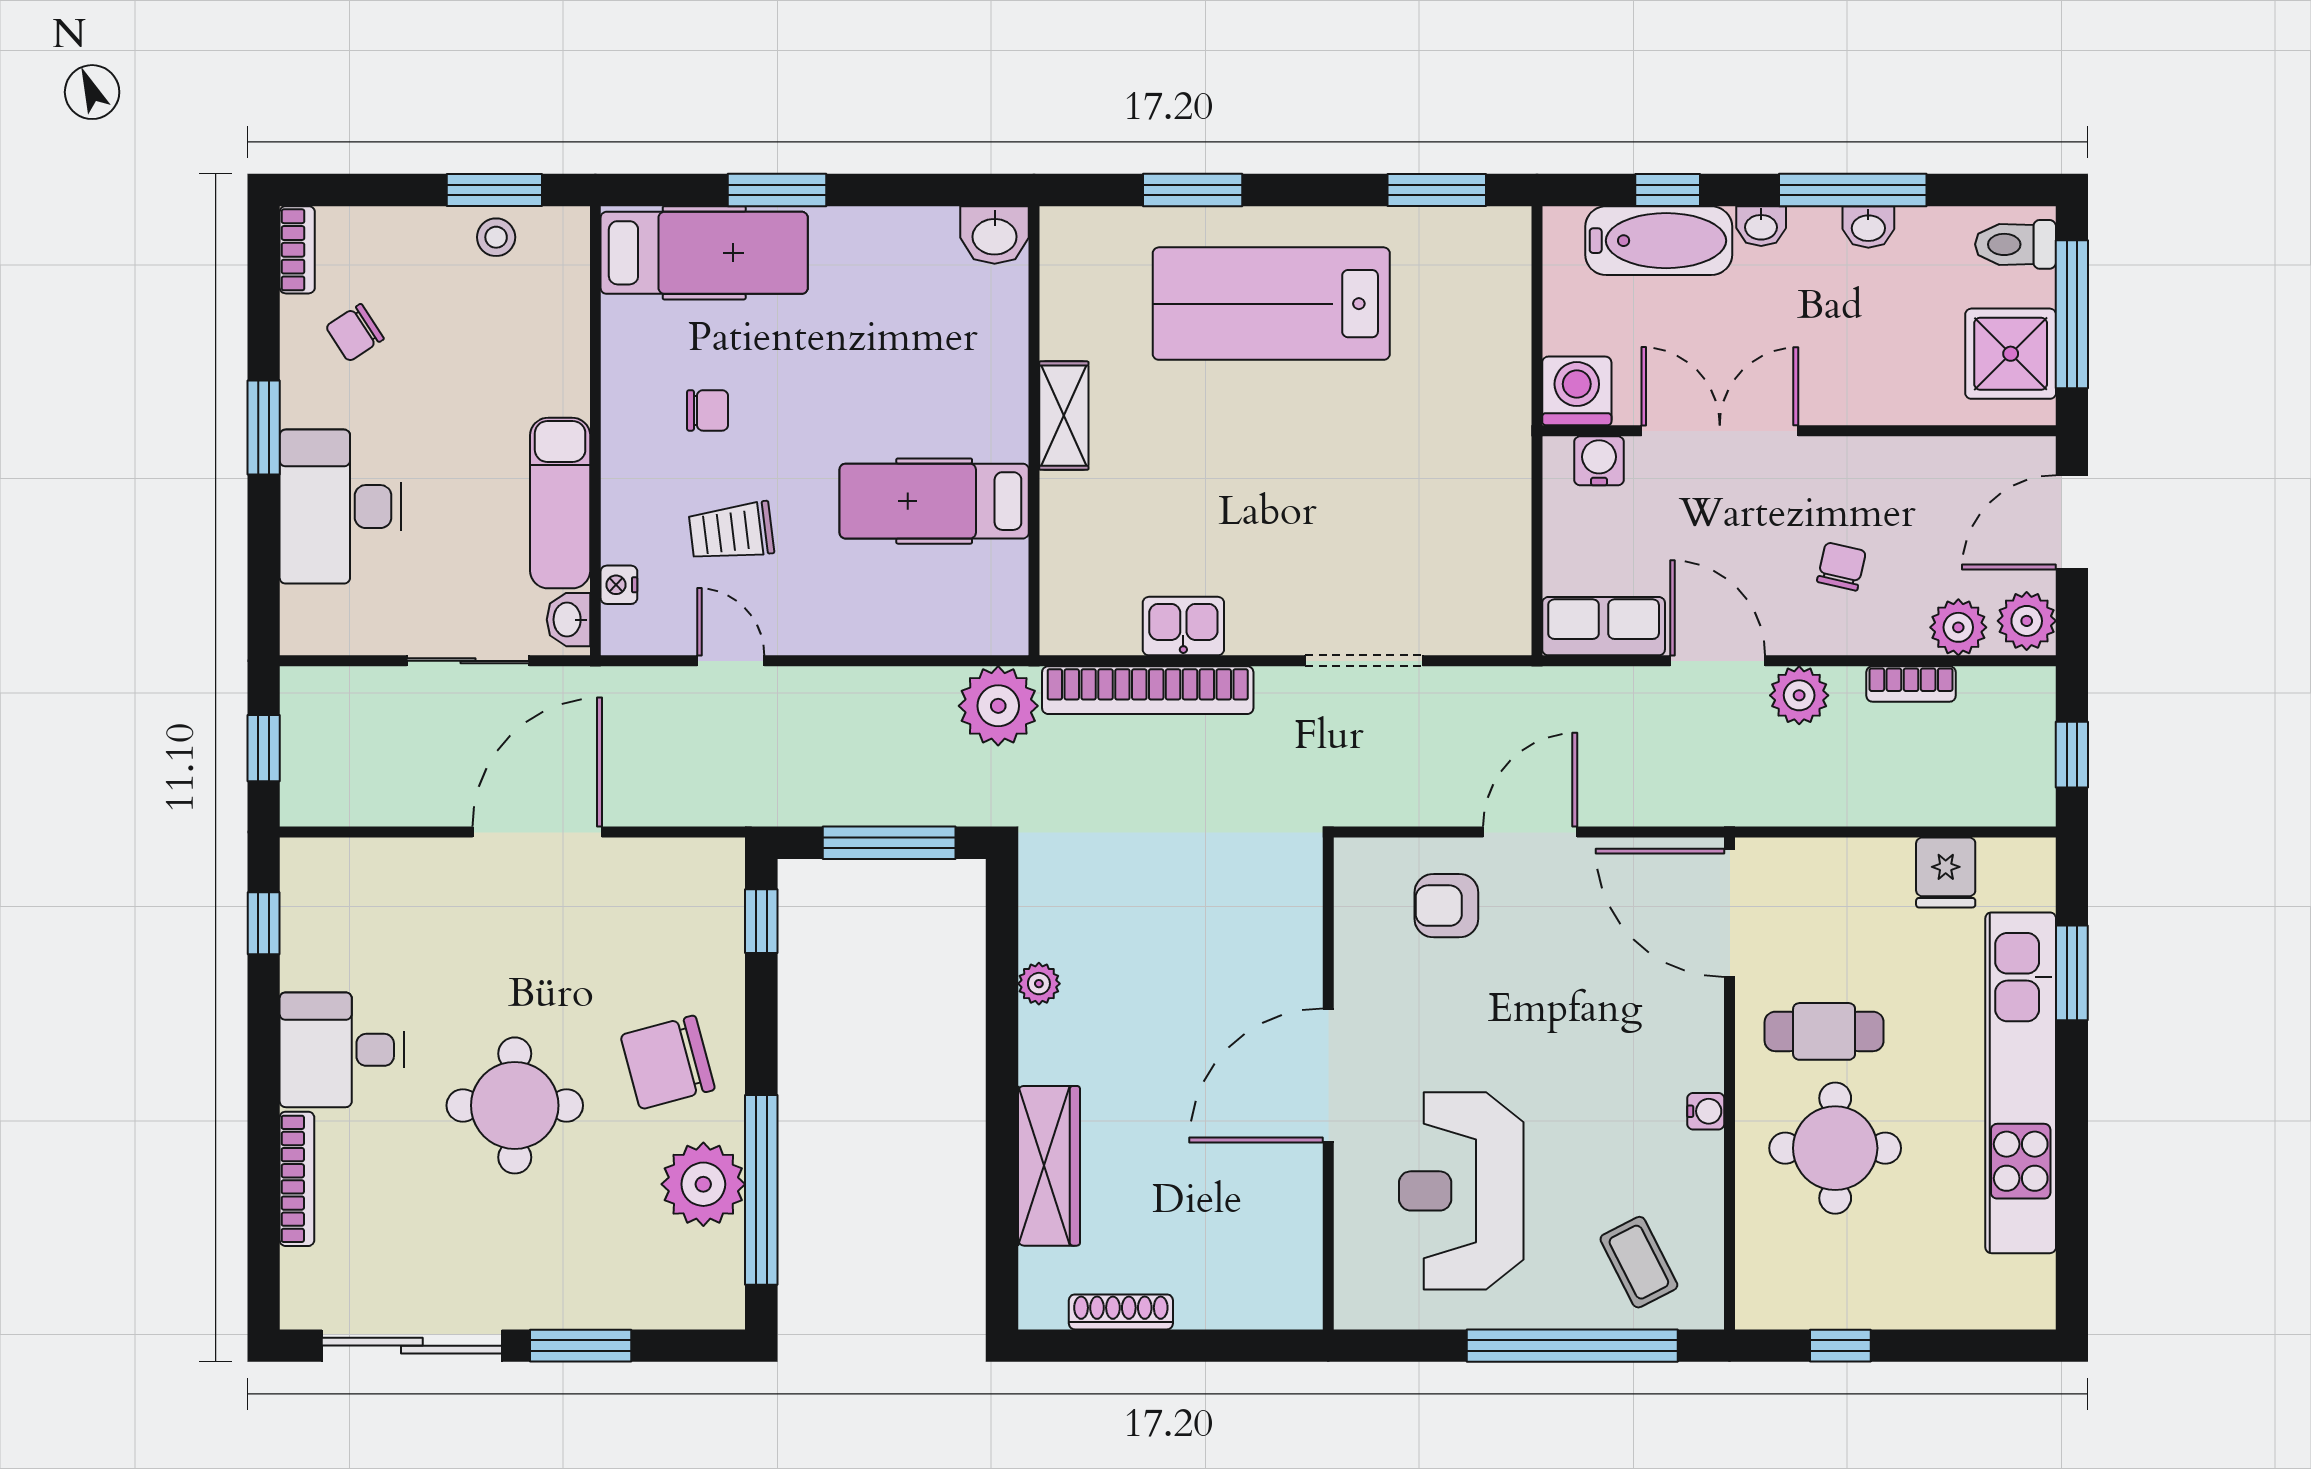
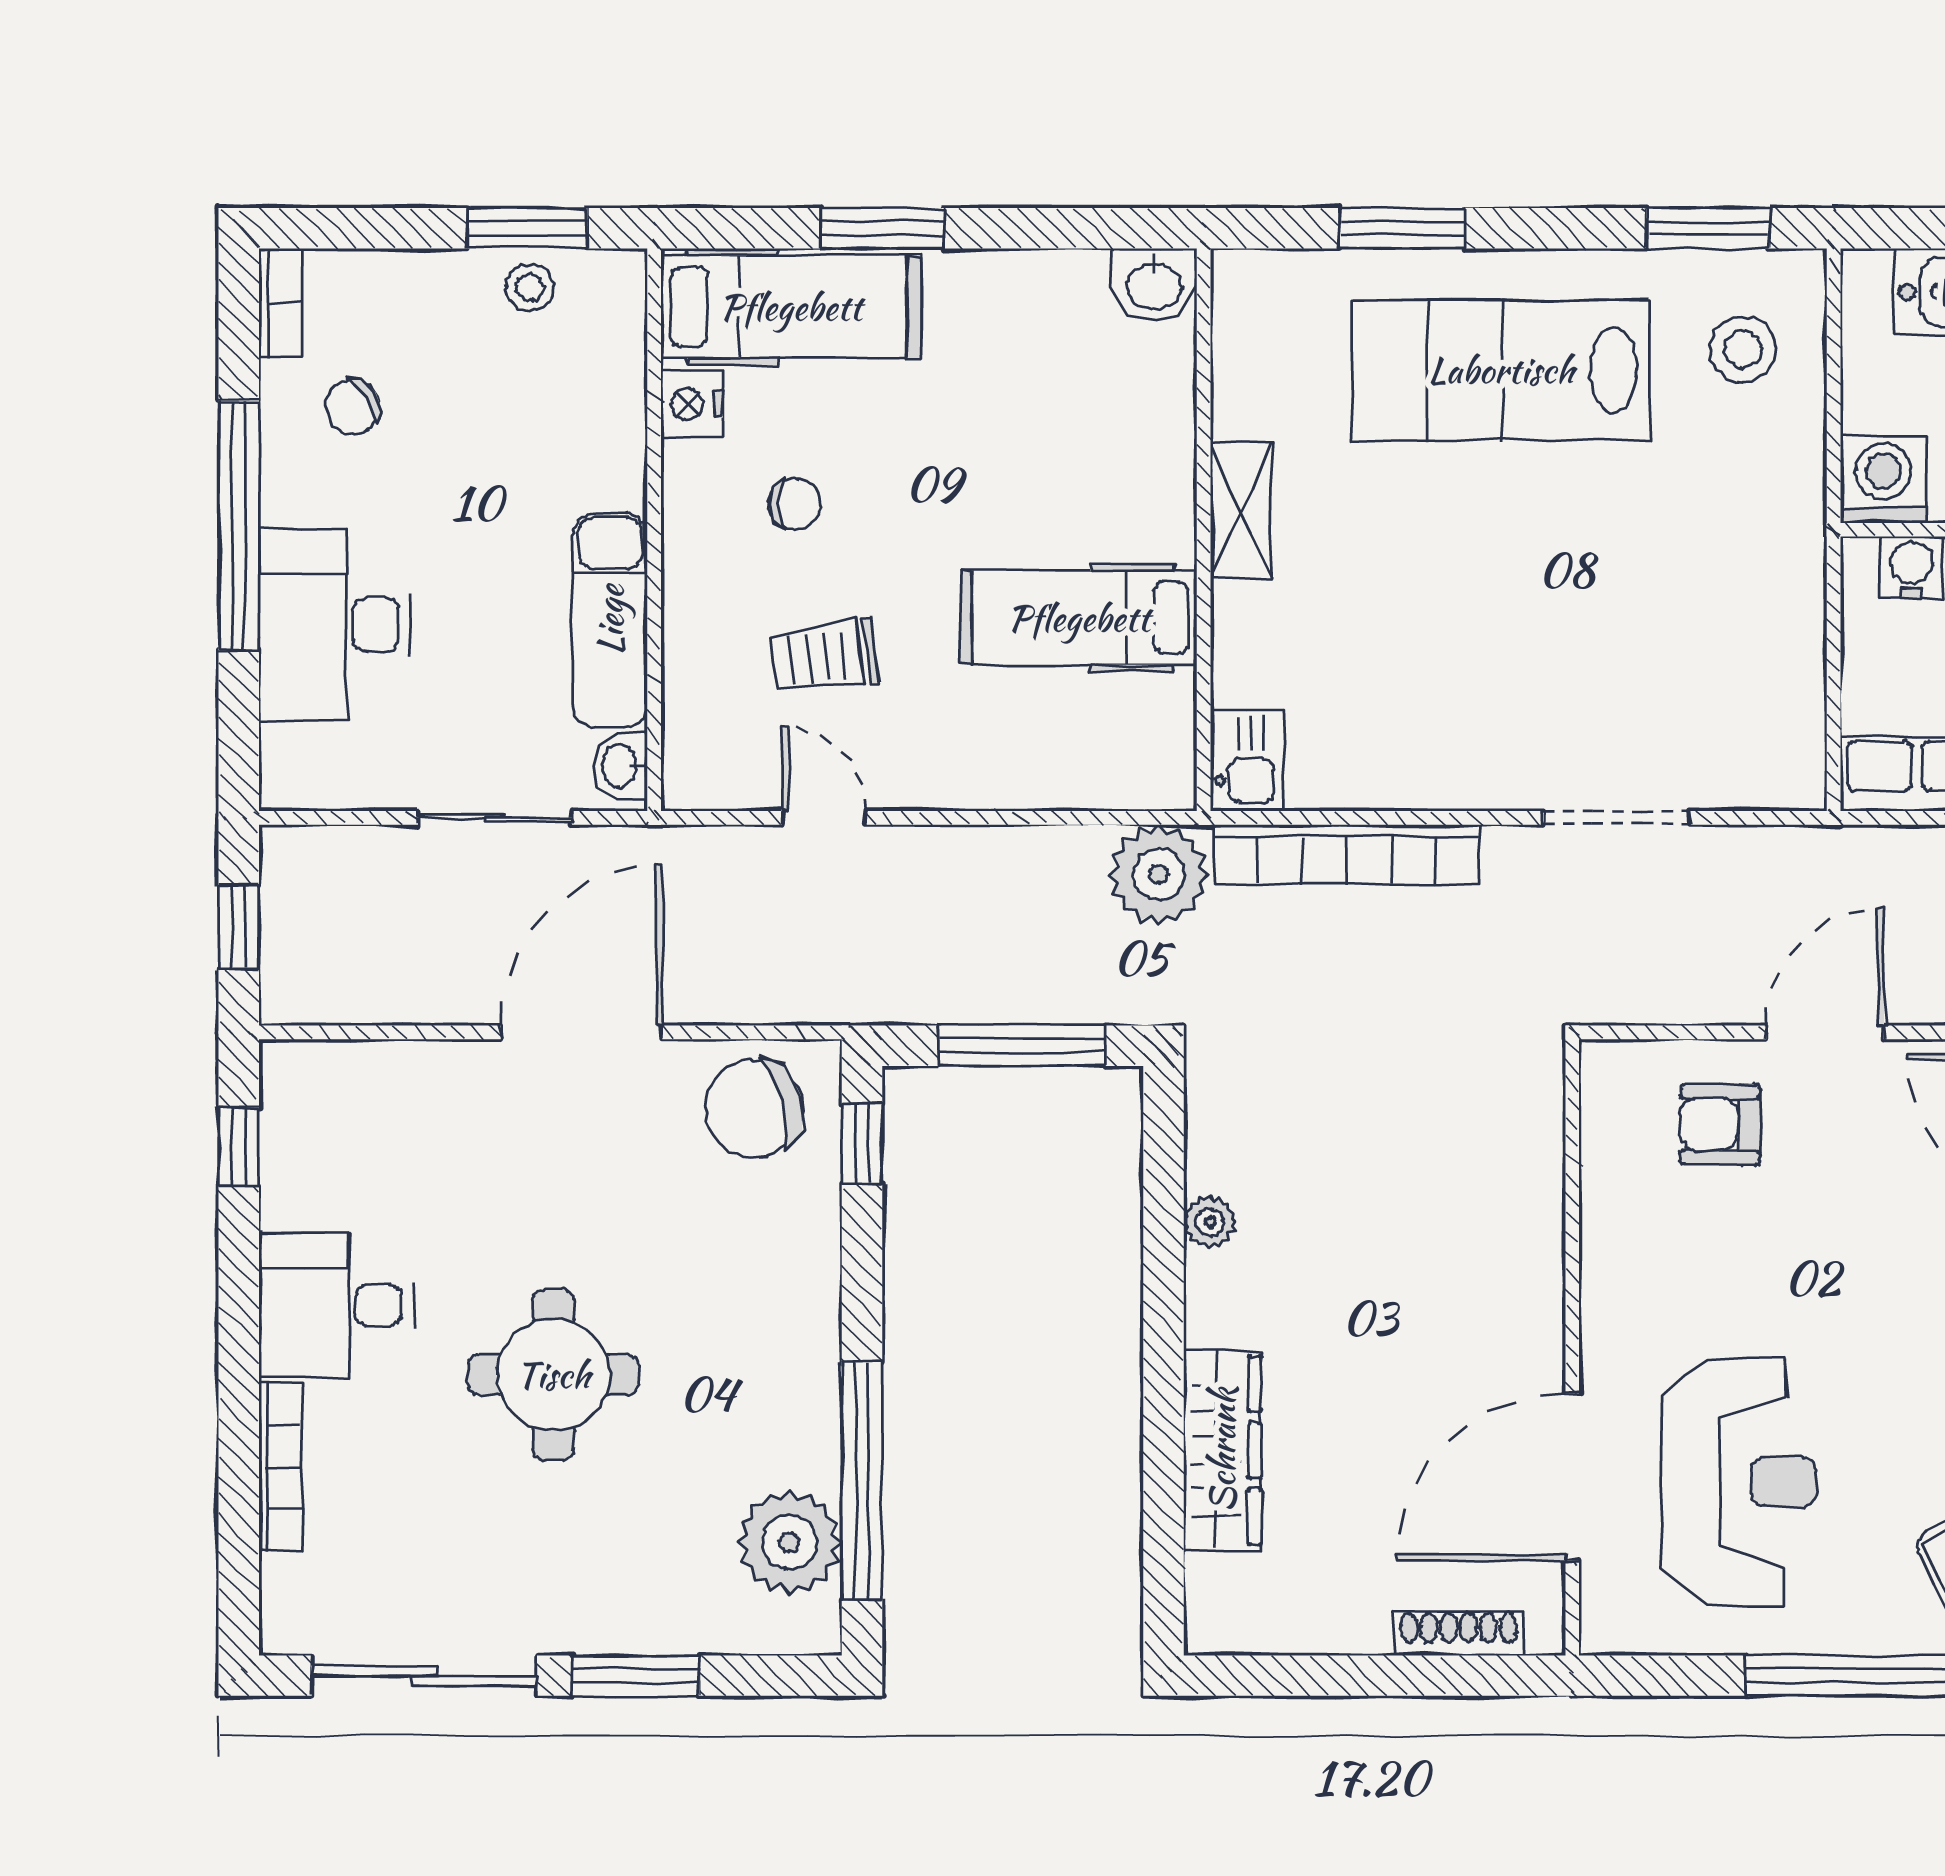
stool: (1464, 287) -> (1743, 349), added
window: (264, 427) -> (239, 526), width x2.11
nightstand: (619, 585) -> (692, 404), moved, width x1.39, depth x1.35
kitchen sink: (1183, 626) -> (1247, 760), moved, turned 90
chair: (668, 1062) -> (754, 1109), moved
door: (1328, 1075) -> (1572, 1477), moved
plant: (703, 1184) -> (789, 1542), moved
reception desk: (1461, 1191) -> (1739, 1482), turned 180
shoe rack: (1121, 1312) -> (1459, 1633), moved

